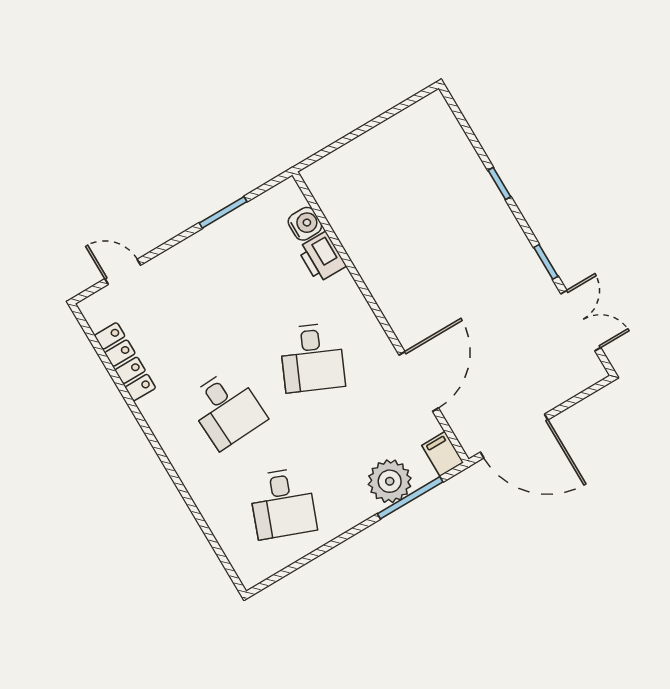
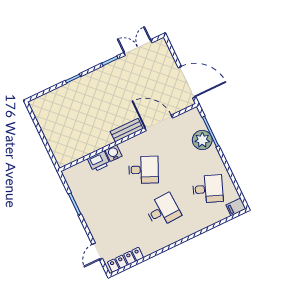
water cooler: (305, 224) -> (113, 153), moved
bench: (396, 312) -> (127, 130), added
locker: (125, 362) -> (125, 260), moved
door: (514, 436) -> (187, 82), hinge flipped
filing cabinet: (443, 454) -> (236, 207), moved

